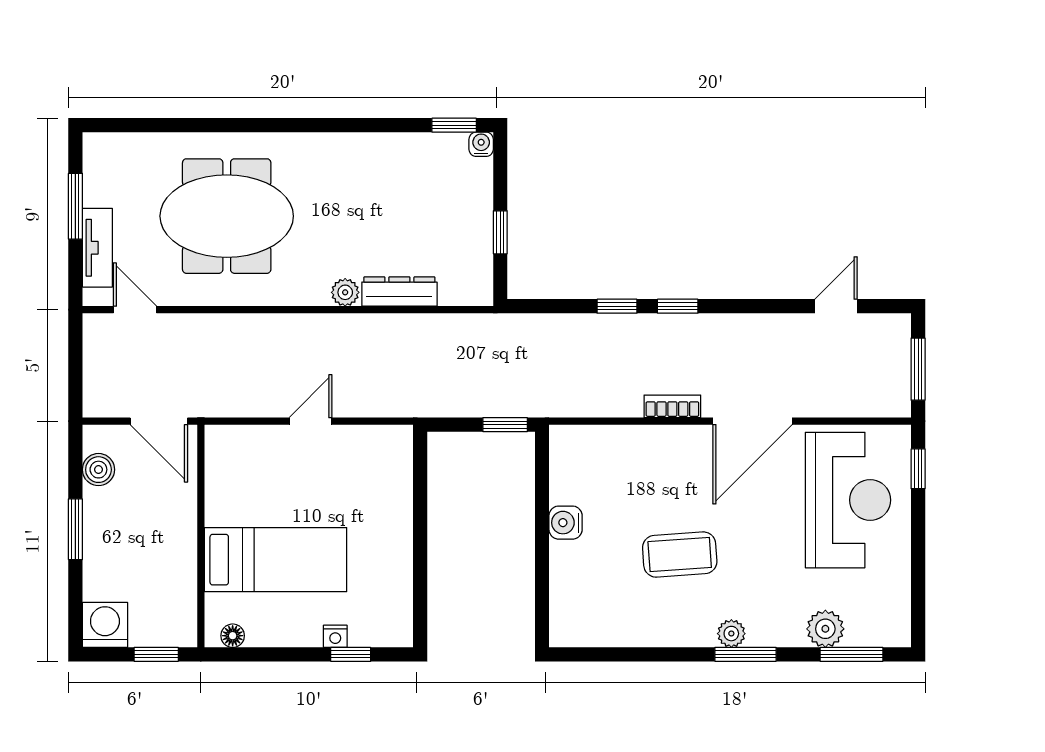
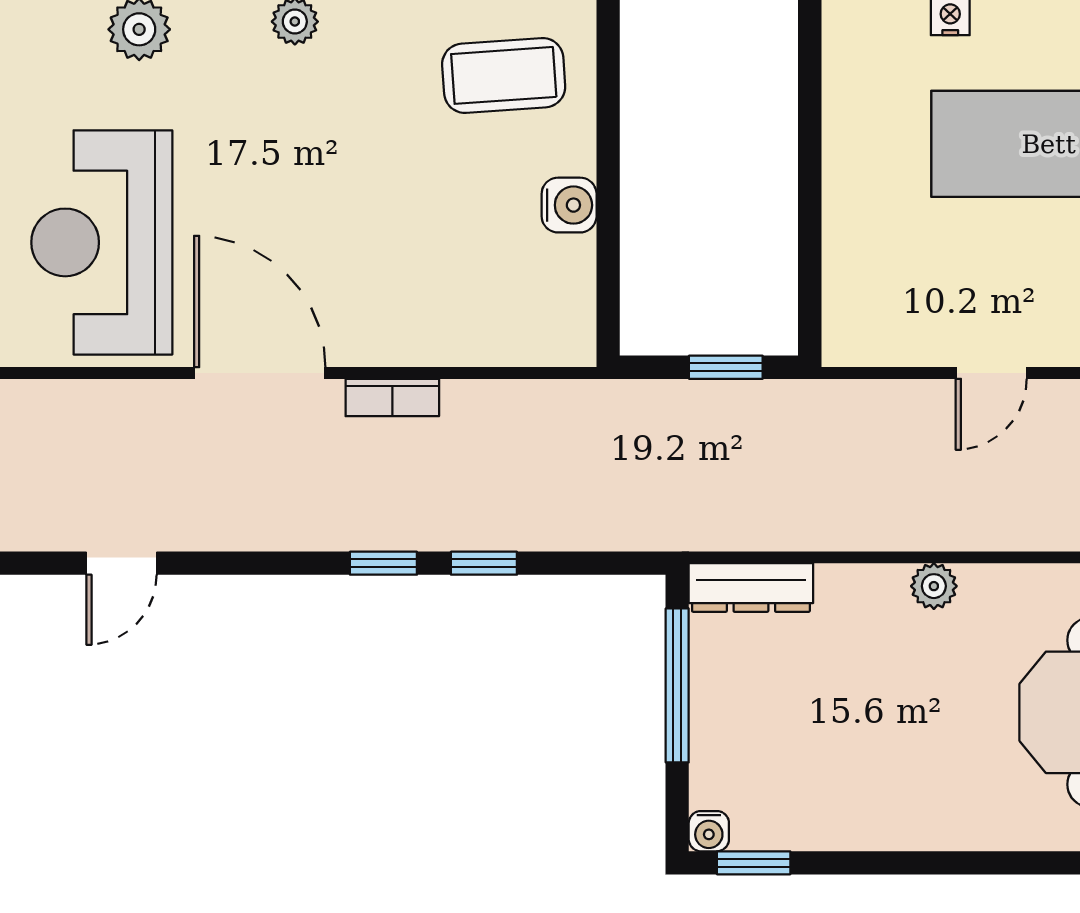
window: (500, 232) -> (677, 685), width x2.17
dresser: (399, 291) -> (751, 588), moved
door: (752, 421) -> (260, 373), hinge flipped
window: (505, 425) -> (726, 367), moved
coffee table: (680, 555) -> (504, 75), moved

